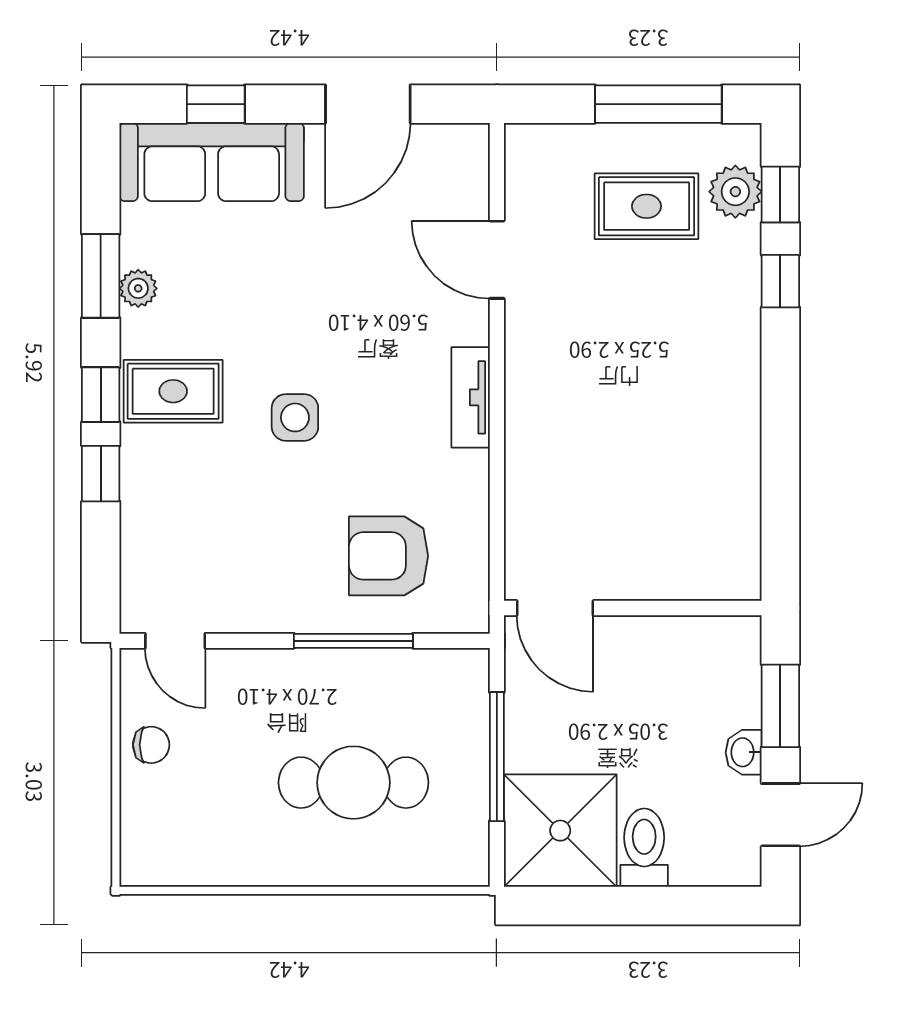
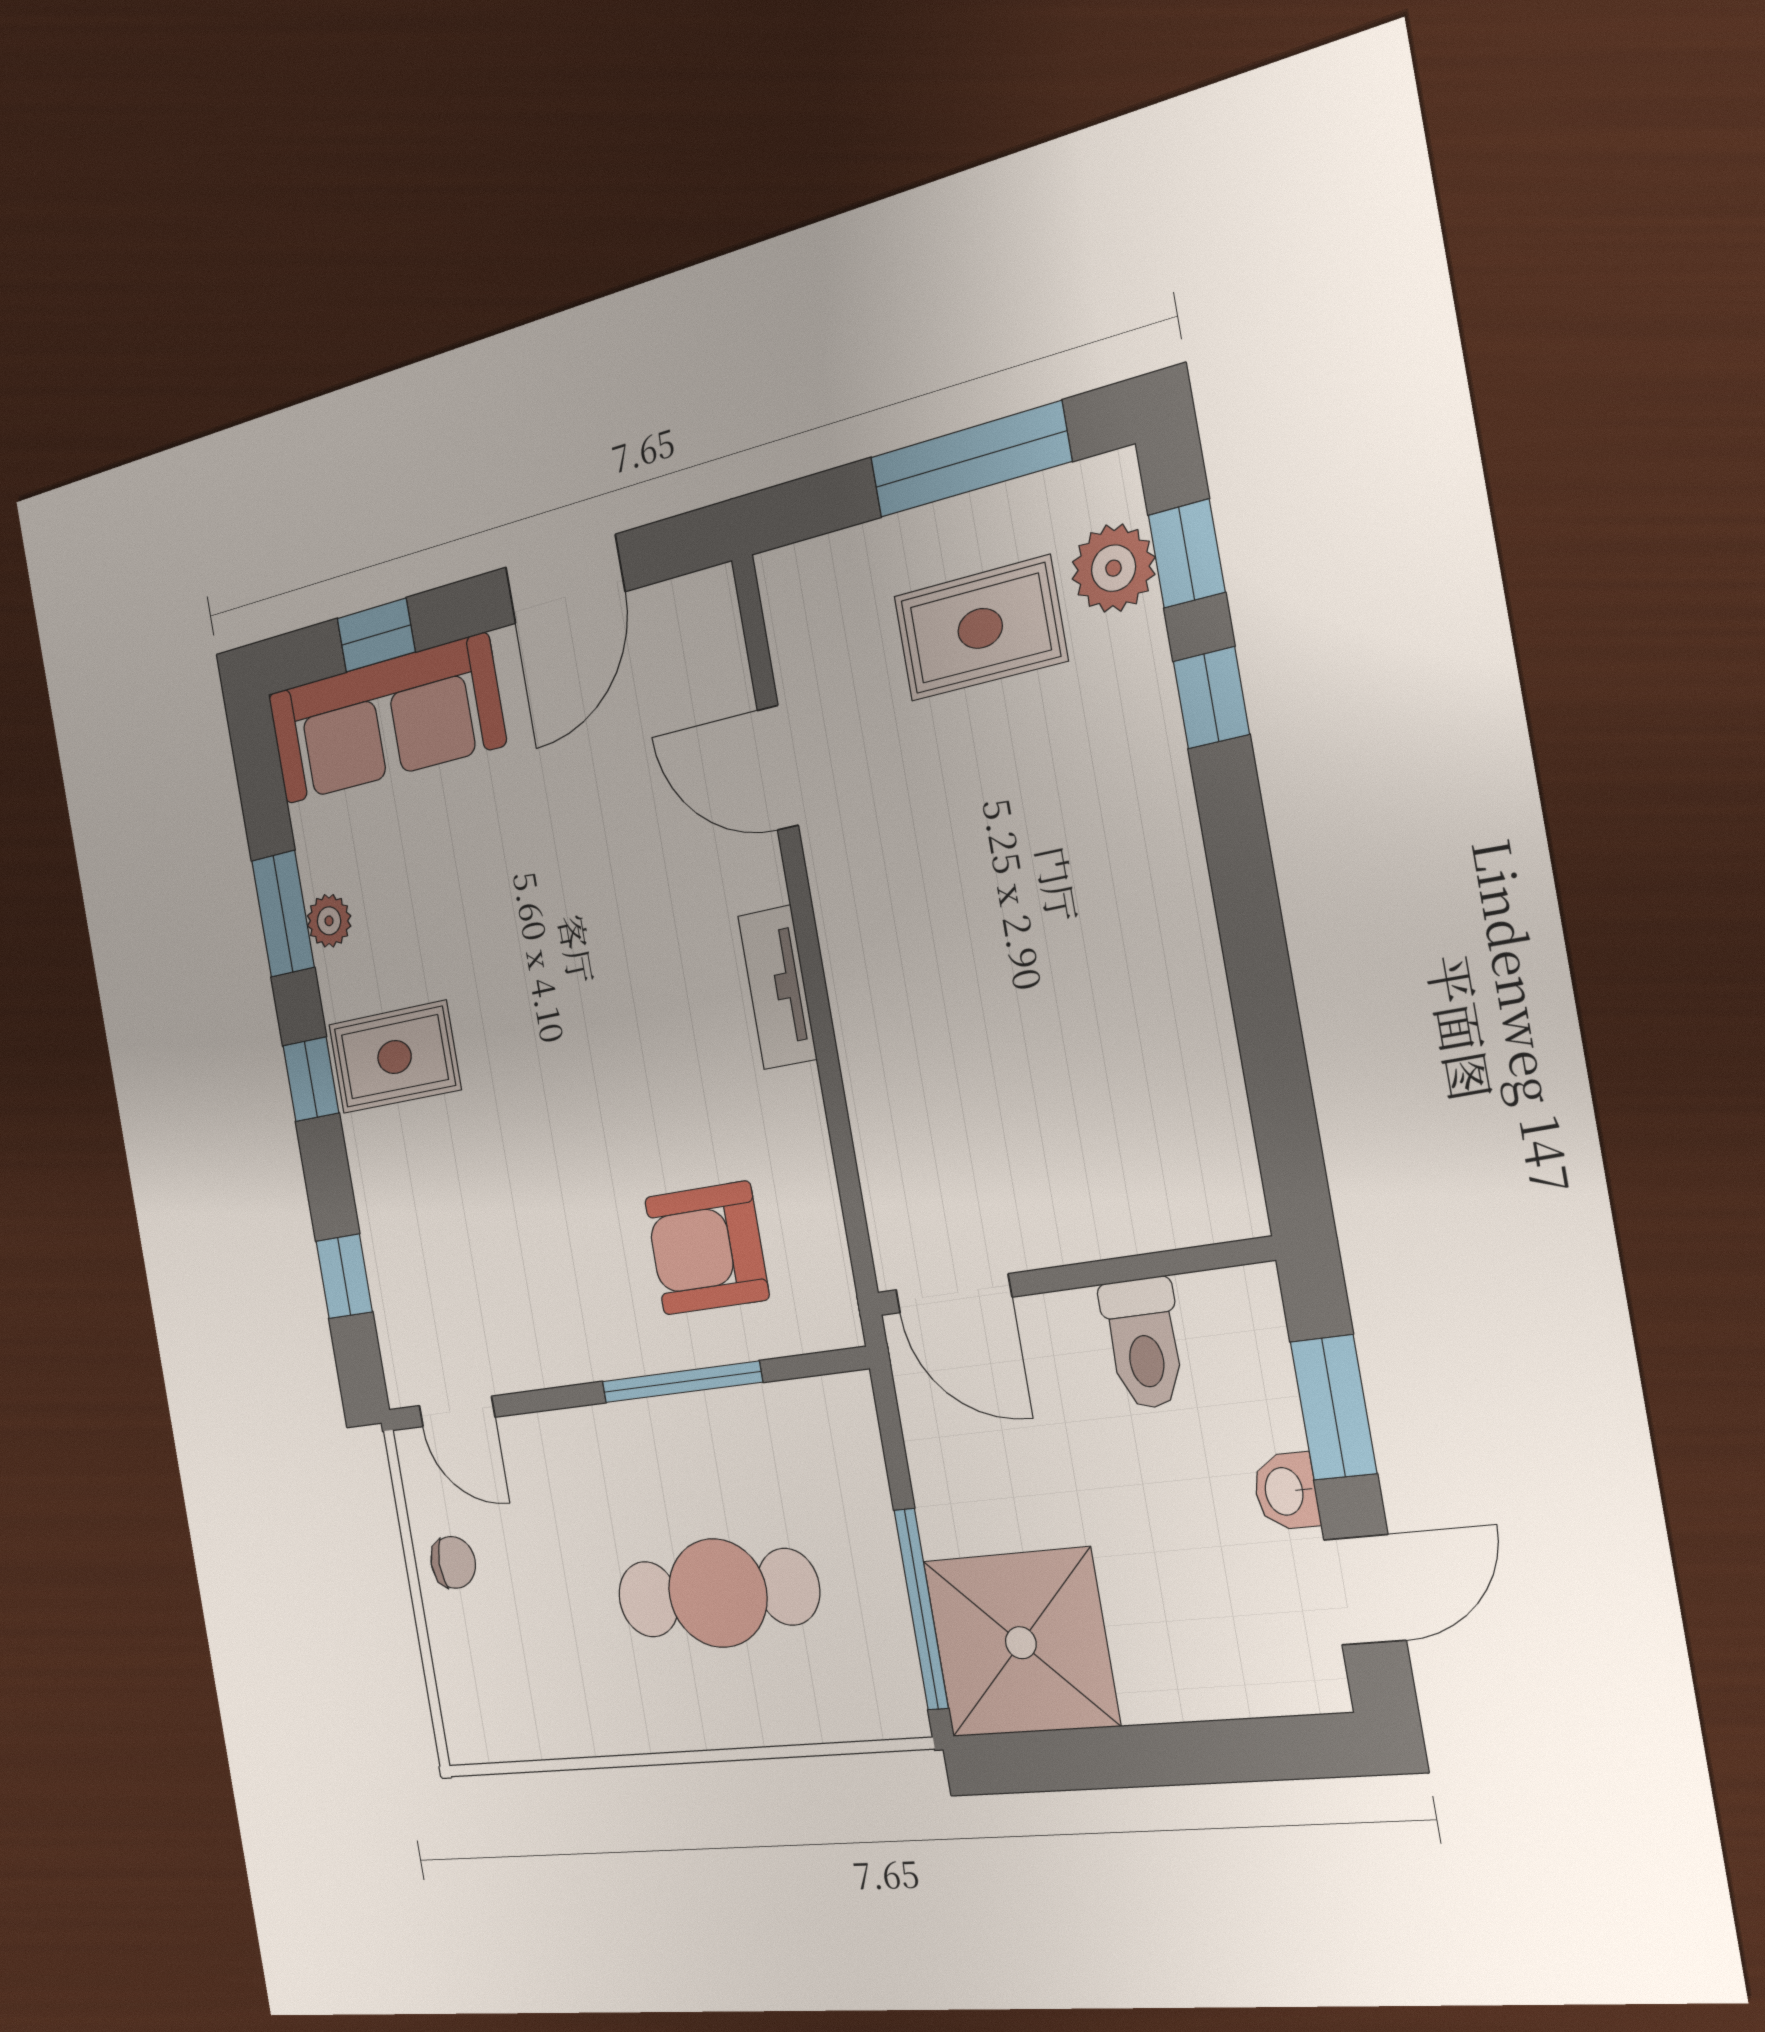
side table: (295, 417) -> (550, 1065), removed
window: (101, 474) -> (344, 1276), moved
window: (497, 757) -> (921, 1609), moved
toilet: (644, 848) -> (1144, 1343), moved, turned 180

